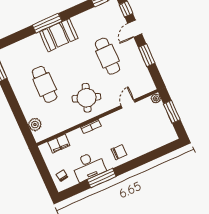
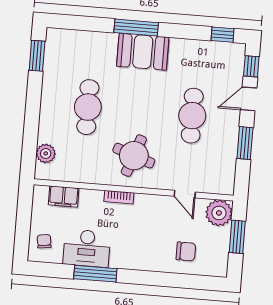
plant: (156, 98) -> (219, 213), width x1.88, depth x1.88
door: (128, 104) -> (185, 194), swing flipped
chair: (119, 152) -> (186, 251), moved

